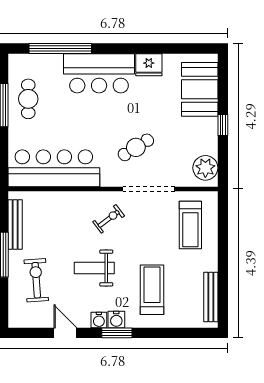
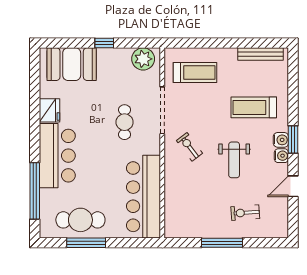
cafe table: (28, 99) -> (80, 220), width x1.37, depth x1.35
cafe table: (136, 147) -> (125, 122), turned 32
bench: (15, 224) -> (195, 232), removed
exercise bike: (36, 280) -> (245, 213), width x0.73, depth x0.72

